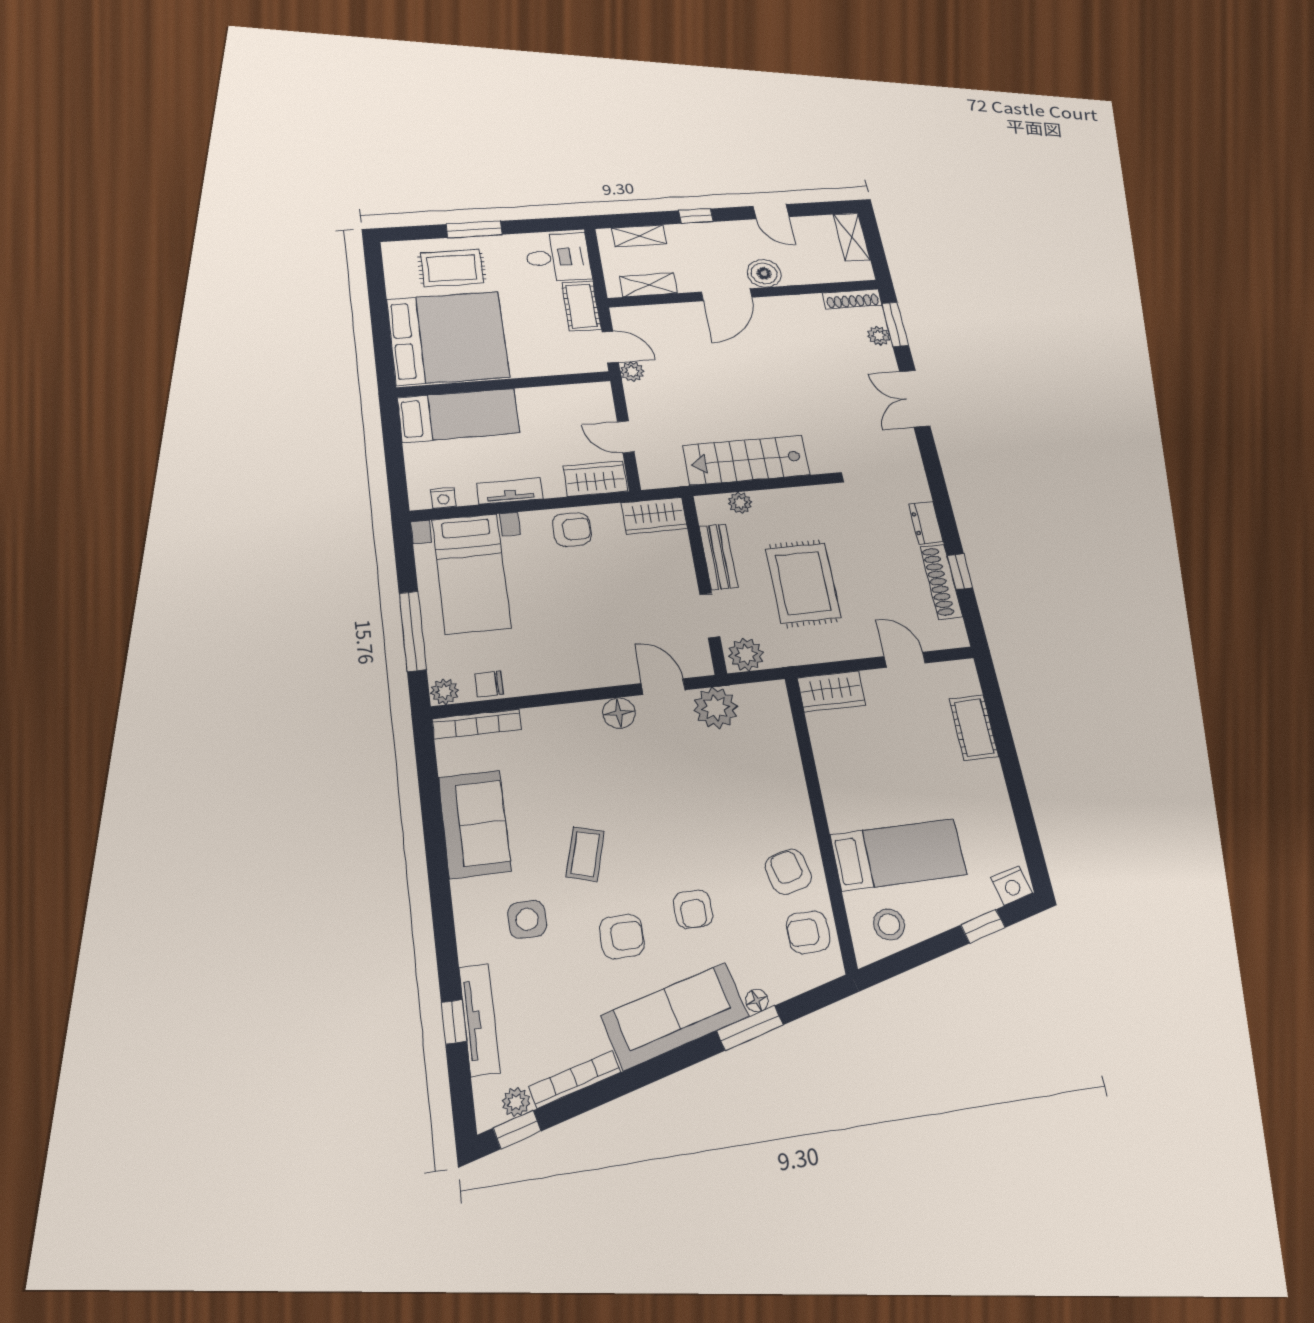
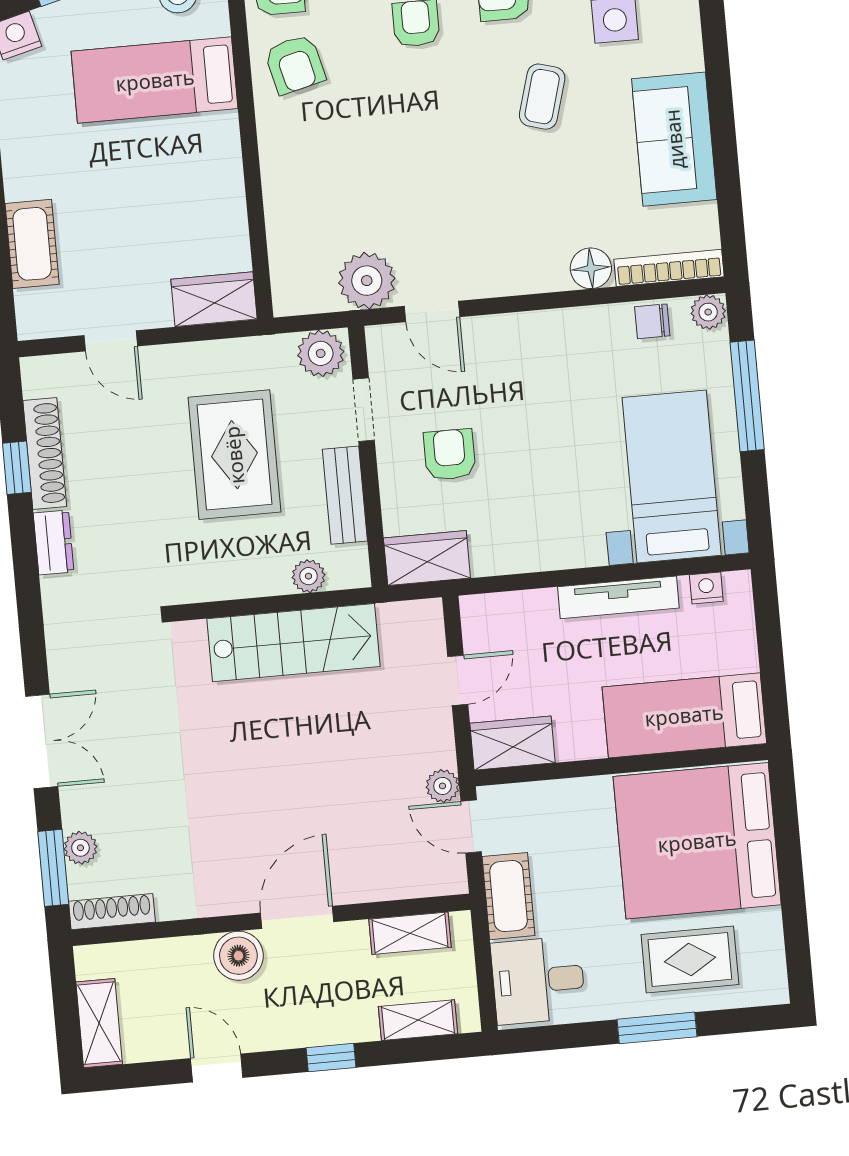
door: (626, 437) -> (458, 680), hinge flipped
wardrobe: (595, 479) -> (513, 743), moved, turned 180
tv unit: (510, 491) -> (618, 597), width x1.41
armchair: (572, 529) -> (450, 455), moved, turned 90
chair: (489, 684) -> (652, 321), turned 180
floor lamp: (619, 713) -> (591, 268), moved

